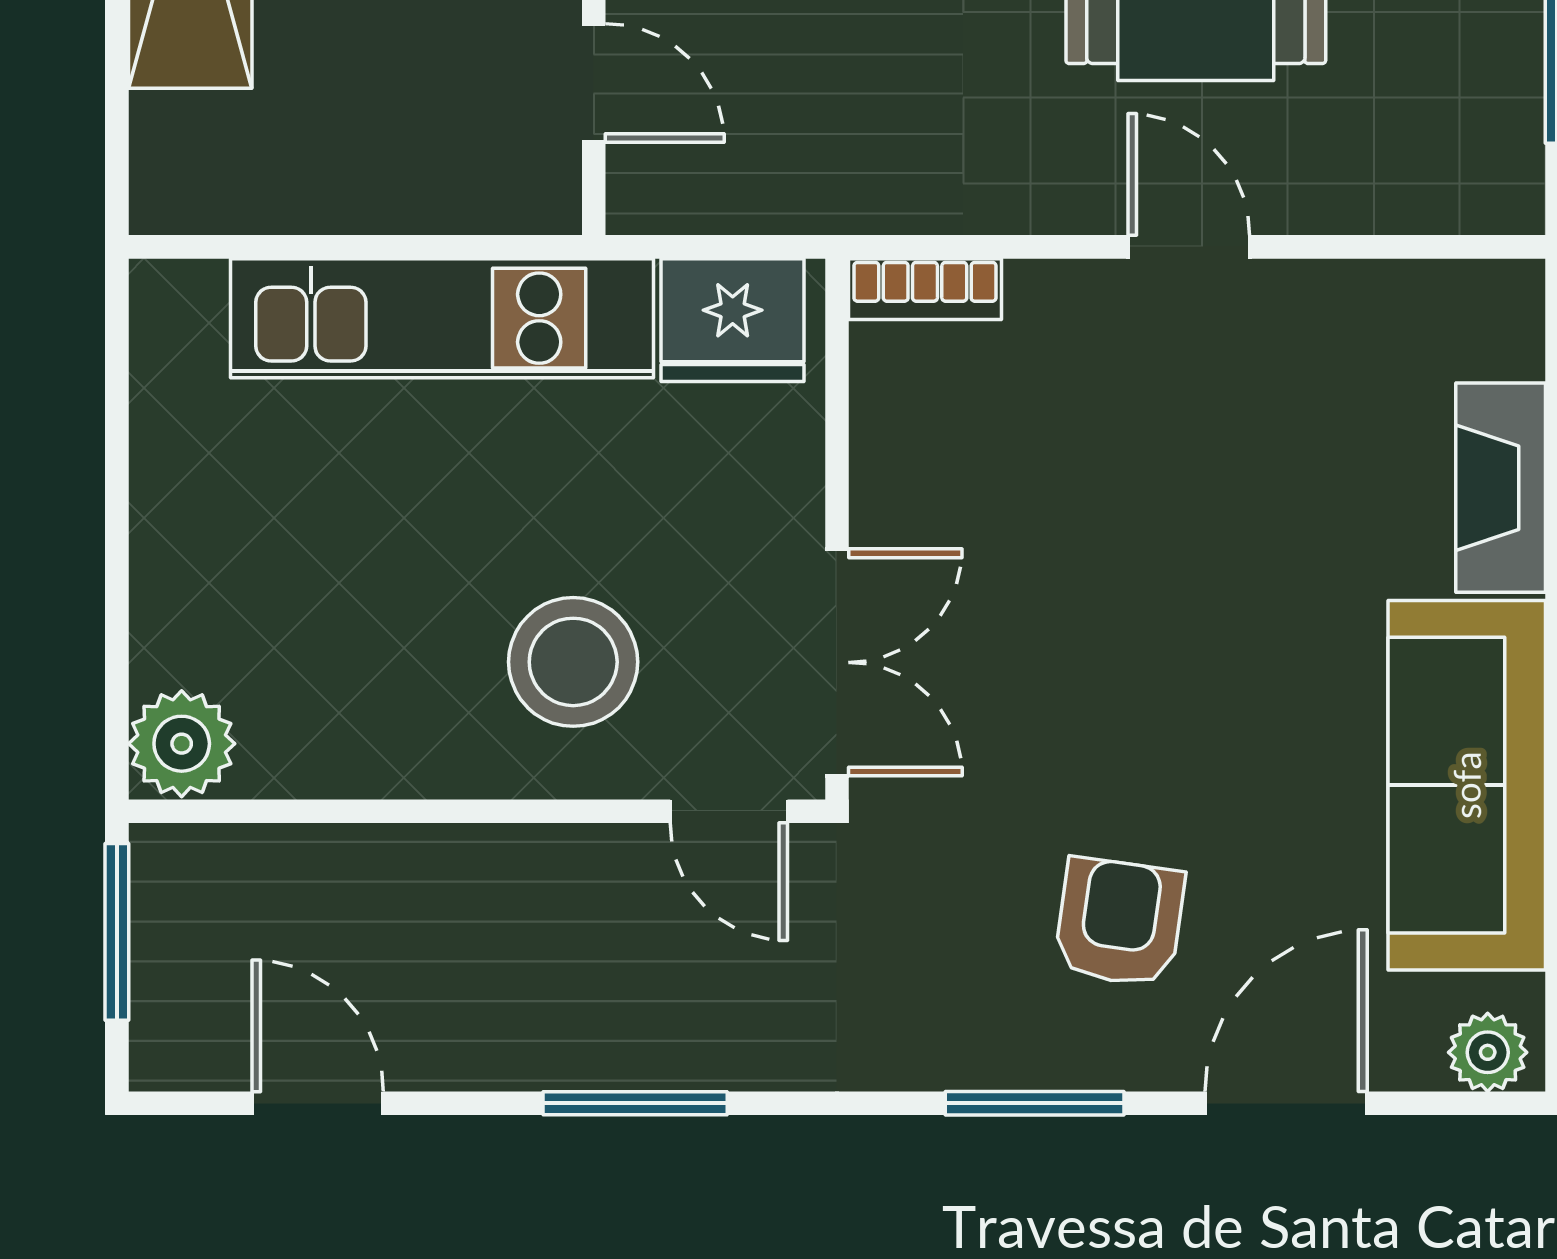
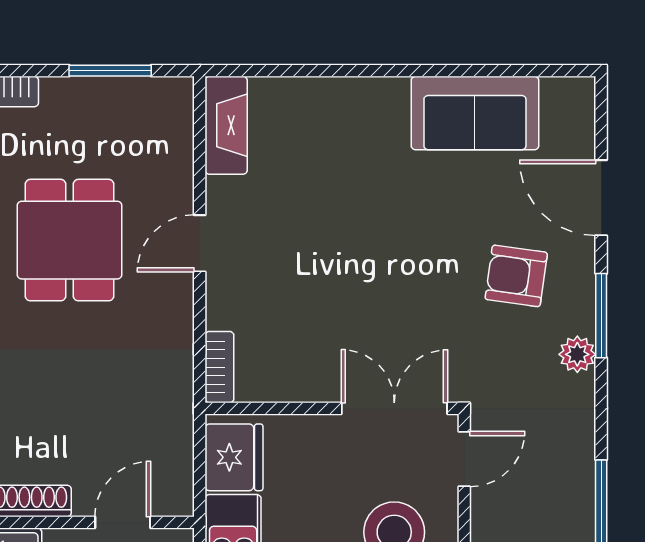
fireplace: (1501, 488) -> (226, 125), moved, turned -90
sofa: (1467, 785) -> (475, 113), width x0.73
plant: (1488, 1052) -> (577, 354), moved

